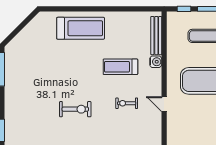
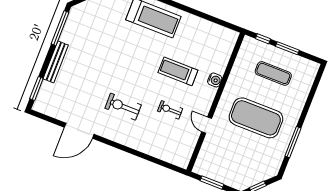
bench: (156, 36) -> (56, 62), moved
exercise bike: (75, 109) -> (123, 107), moved, turned 180

